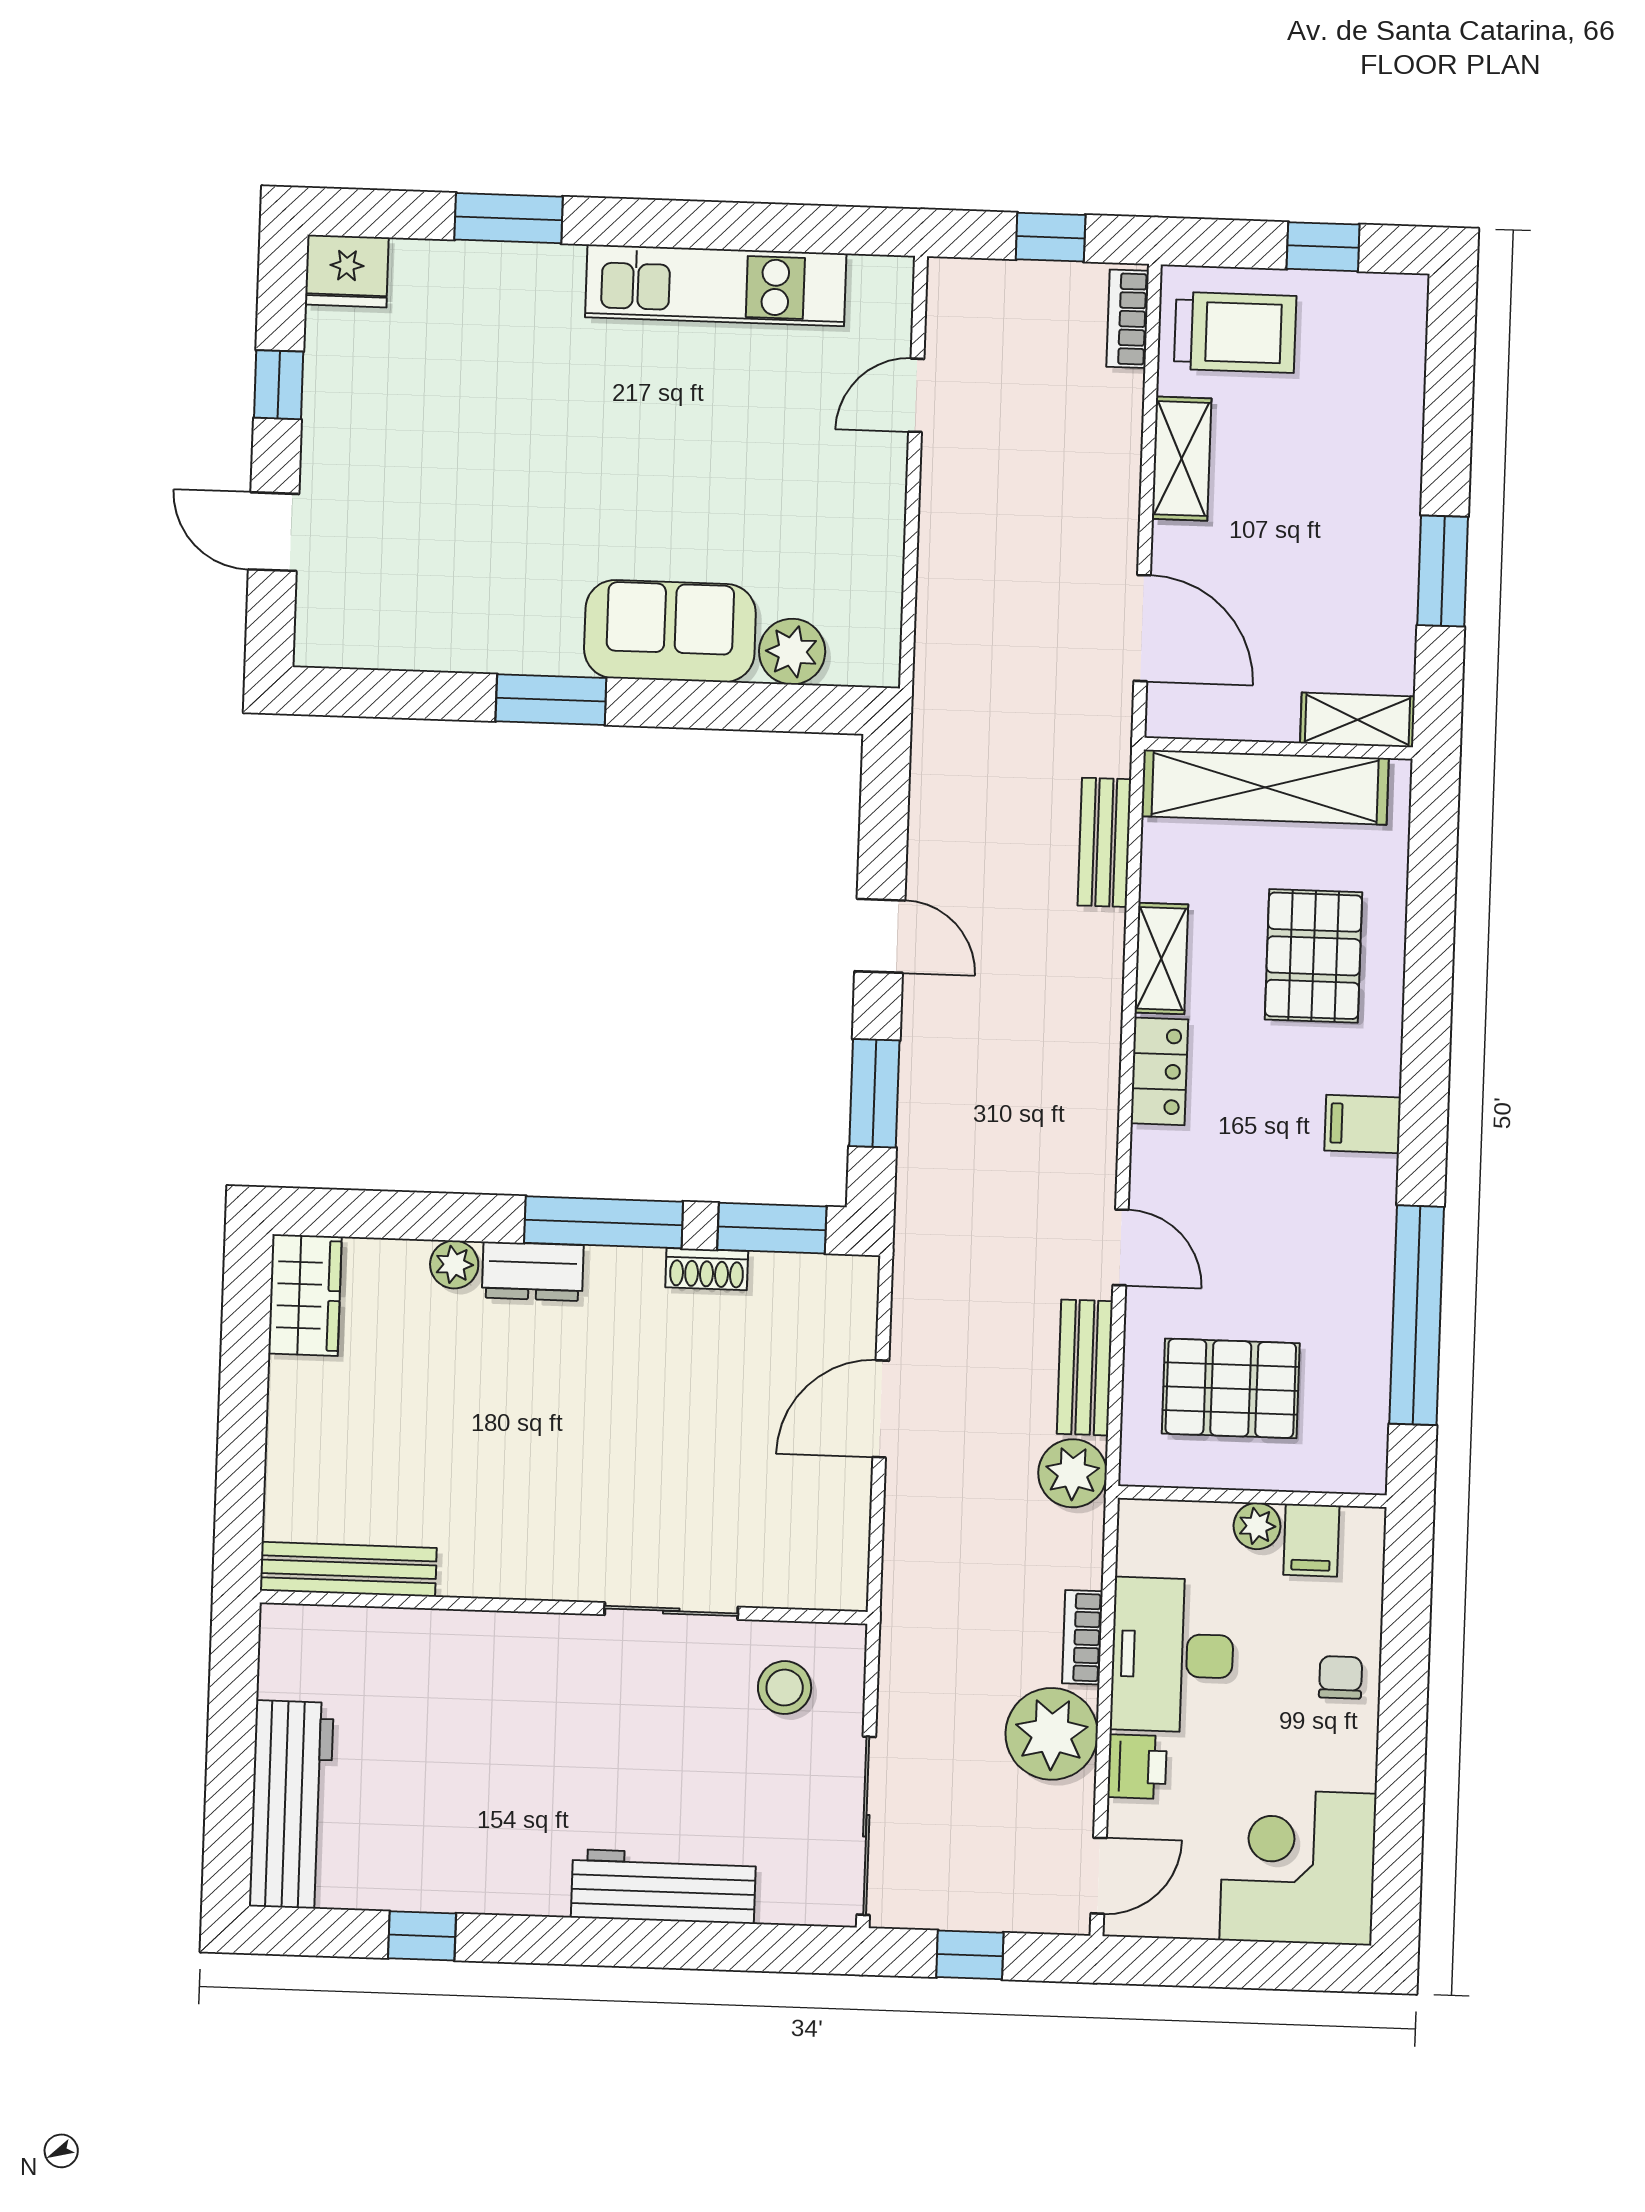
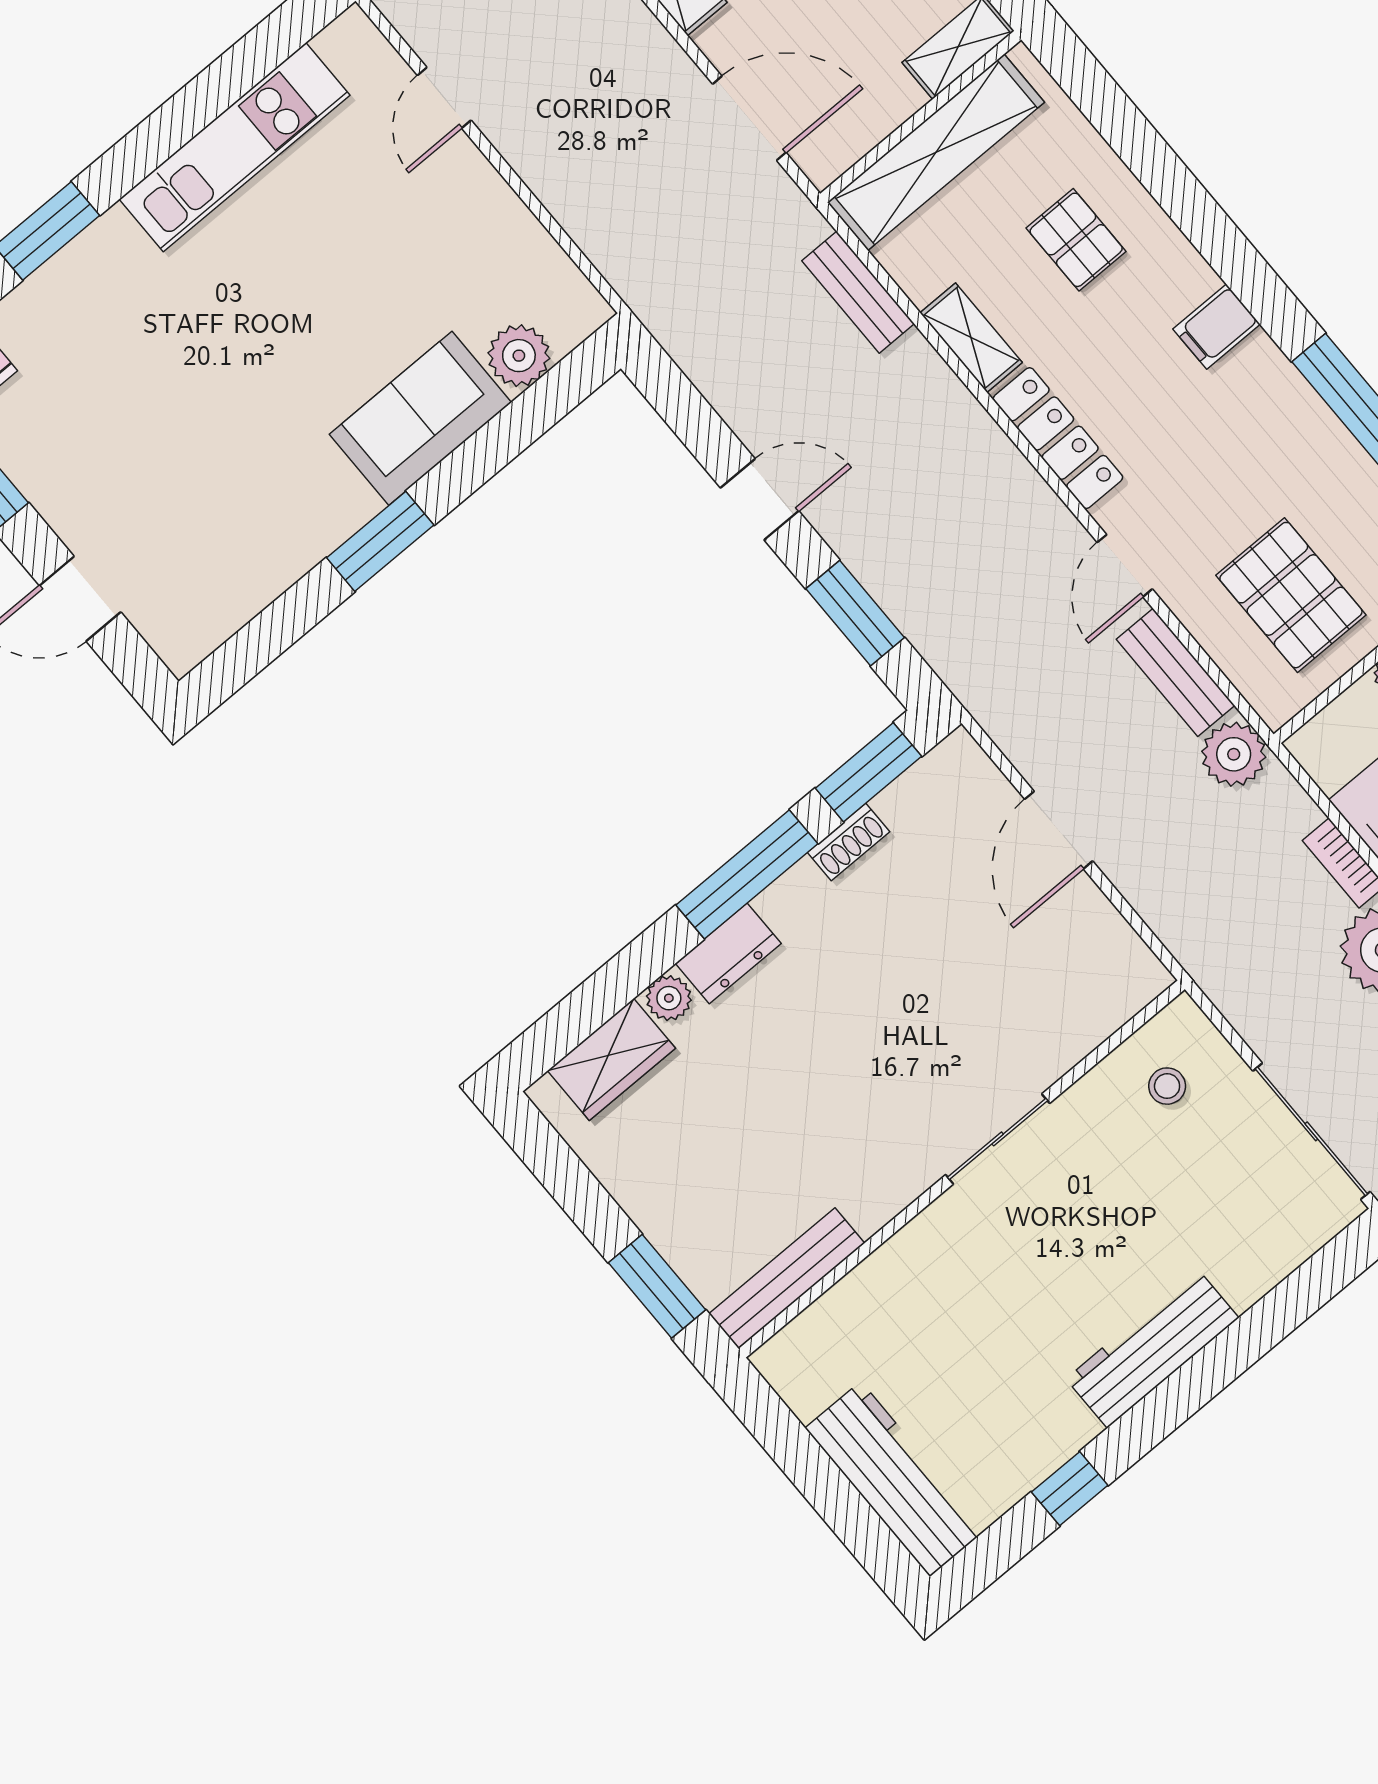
pallet: (1314, 956) -> (1076, 240), width x0.67, depth x0.71
locker: (1159, 1071) -> (1058, 438), width x1.53
door: (1121, 1247) -> (1125, 566), swing flipped
wardrobe: (305, 1295) -> (611, 1059), moved, turned 90
pallet: (1231, 1388) -> (1291, 595), turned 90
window: (240, 1483) -> (657, 1286), added
sliding door: (671, 1611) -> (998, 1139), moved
stool: (785, 1688) -> (1167, 1086), width x0.73, depth x0.73
workbench: (663, 1886) -> (1152, 1348), moved

